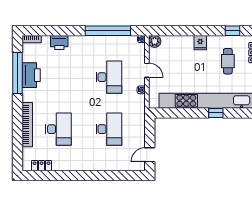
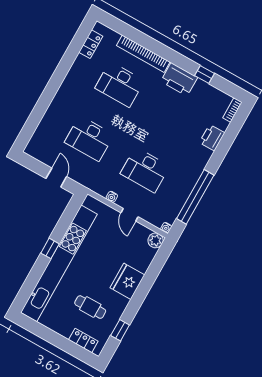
fridge: (200, 43) -> (127, 281), width x1.88, depth x1.34
door: (147, 70) -> (129, 215), hinge flipped
window: (18, 73) -> (204, 74), width x0.32
printer: (31, 75) -> (179, 79), moved
window: (216, 113) -> (50, 248), moved
door: (150, 155) -> (56, 178), moved

